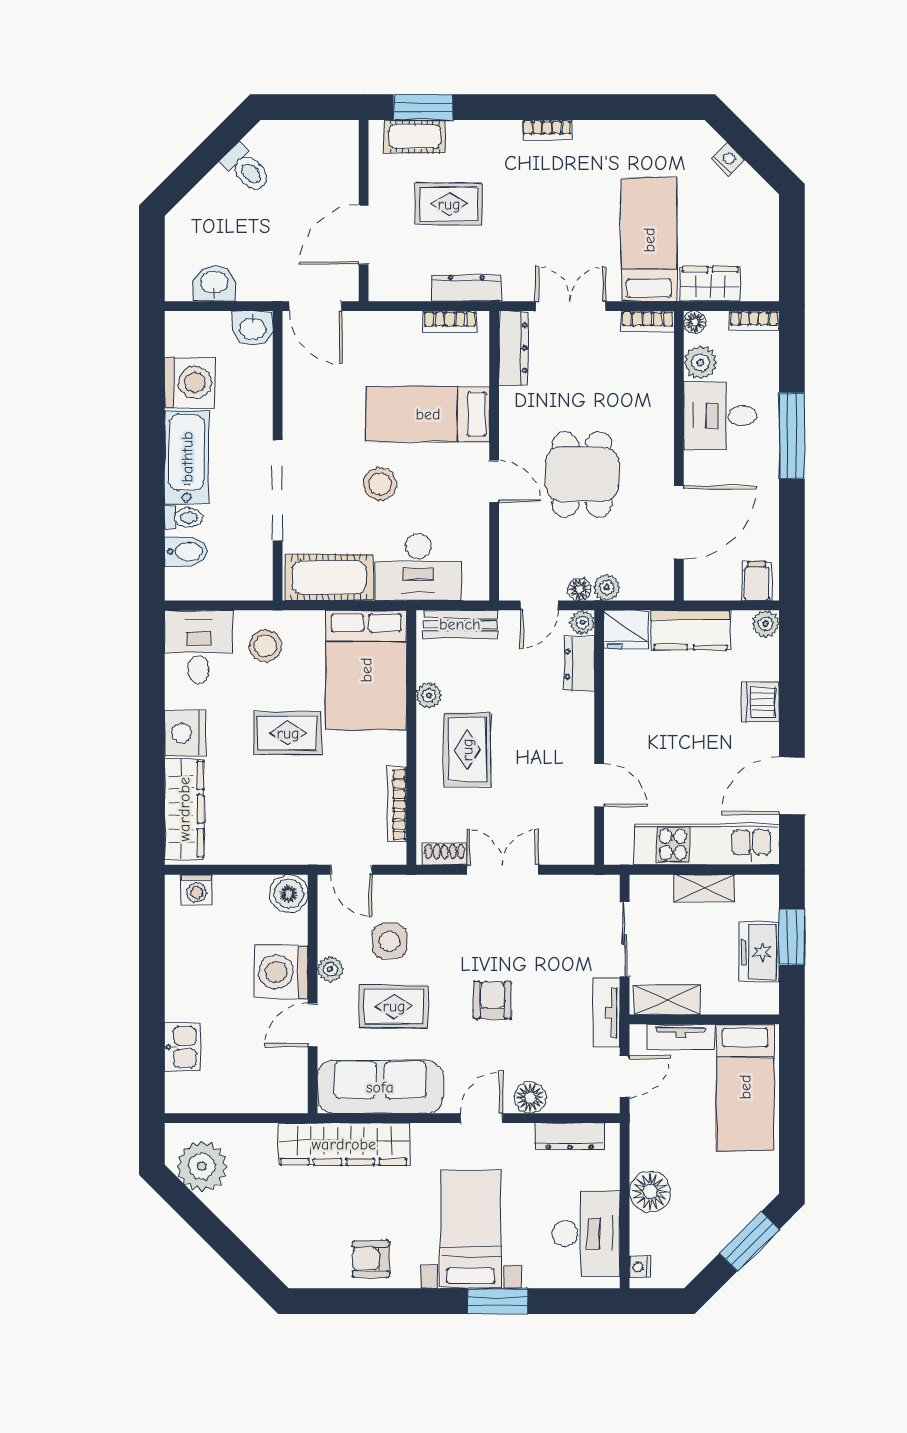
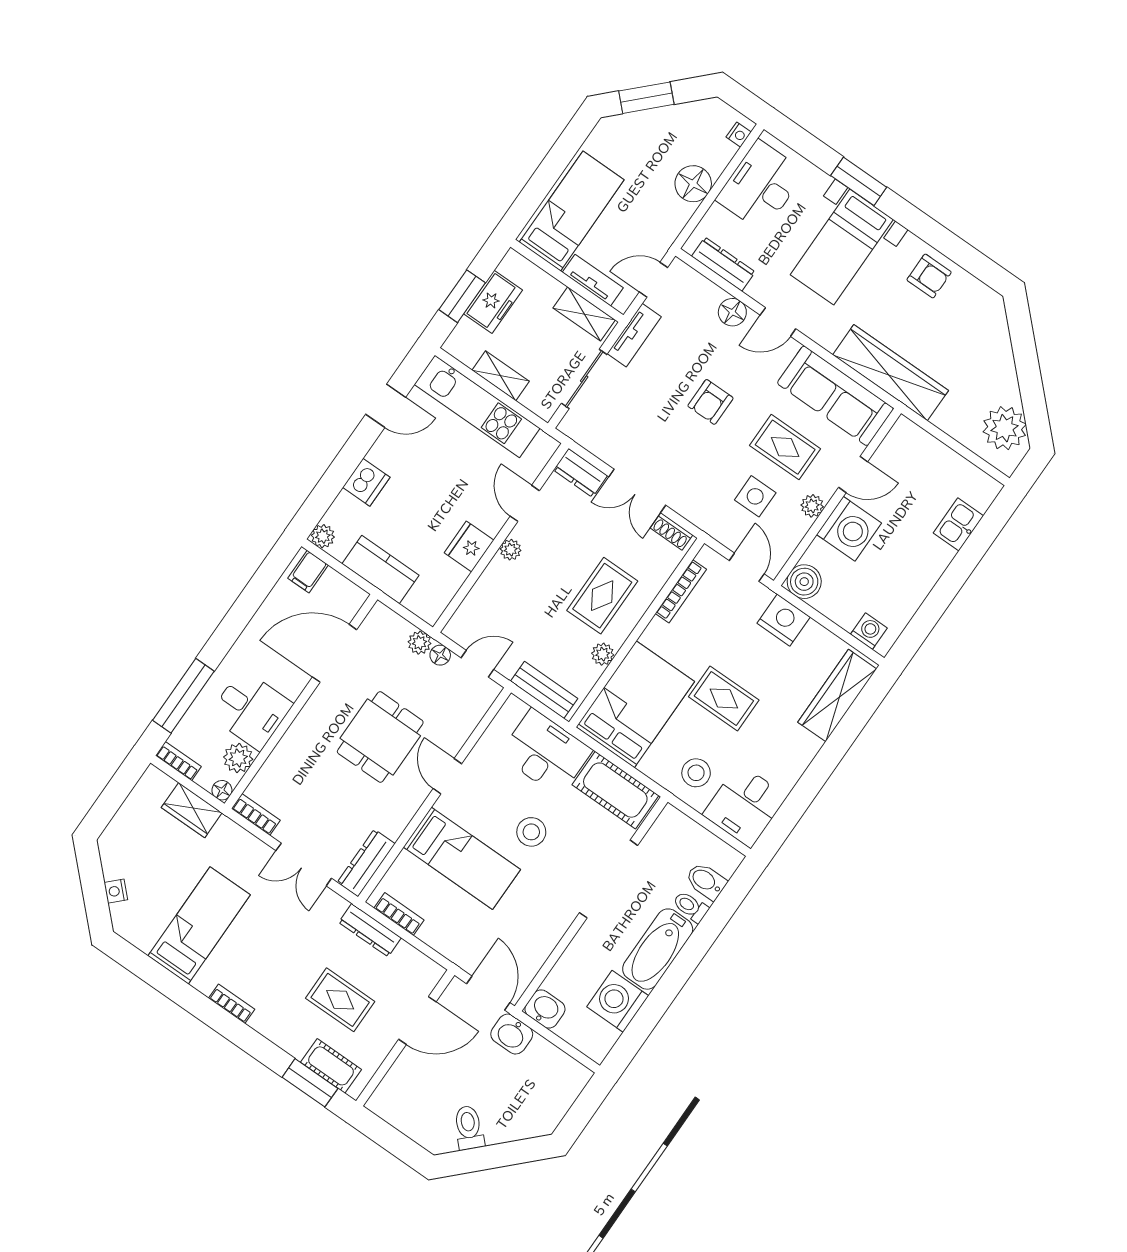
bed: (649, 240) -> (199, 925), moved, turned 180
washbasin: (214, 283) -> (512, 1034), moved
window: (792, 436) -> (183, 696), moved
plant: (582, 622) -> (511, 550), moved
fridge: (626, 629) -> (469, 546), moved, turned -90
dresser: (579, 664) -> (580, 473), moved, turned 90
nightstand: (185, 733) -> (784, 620), moved, turned -90
door: (792, 786) -> (386, 406), width x0.73

